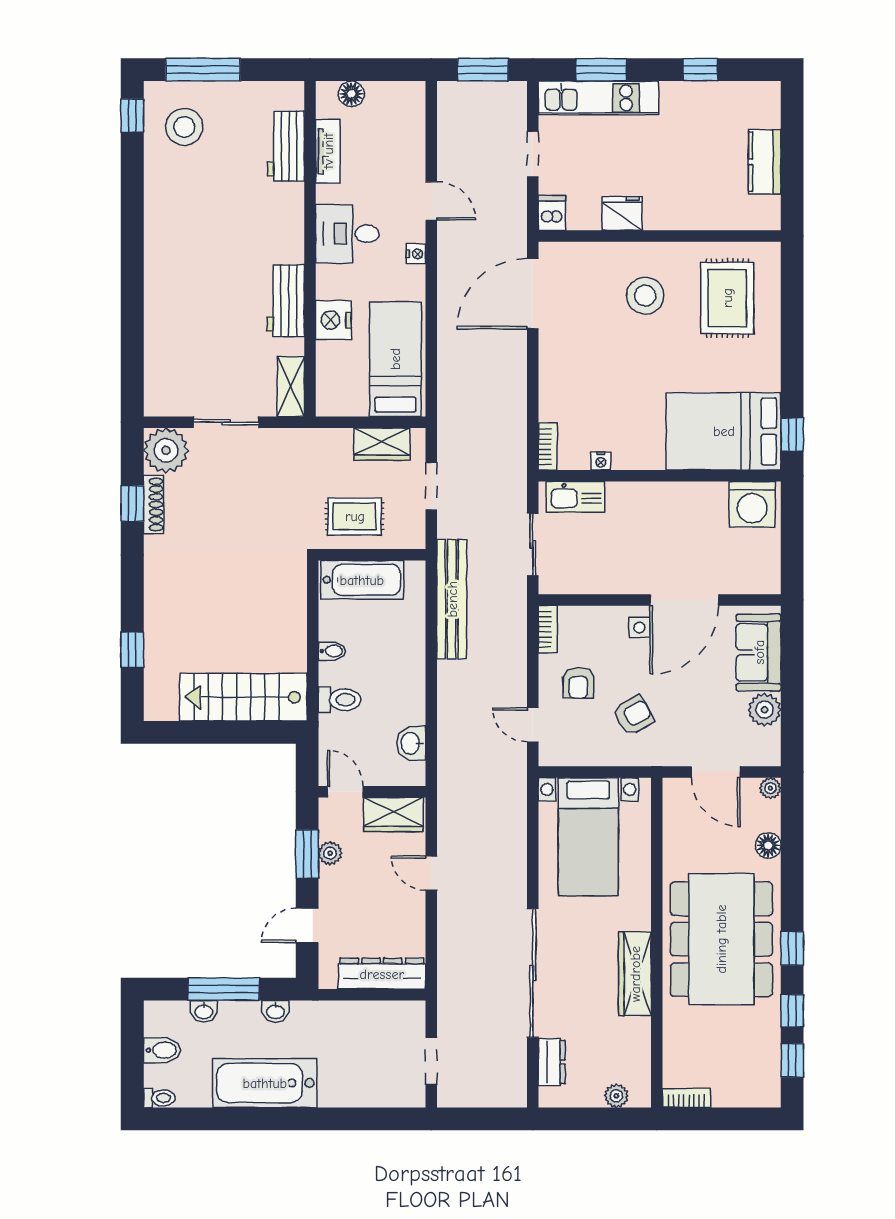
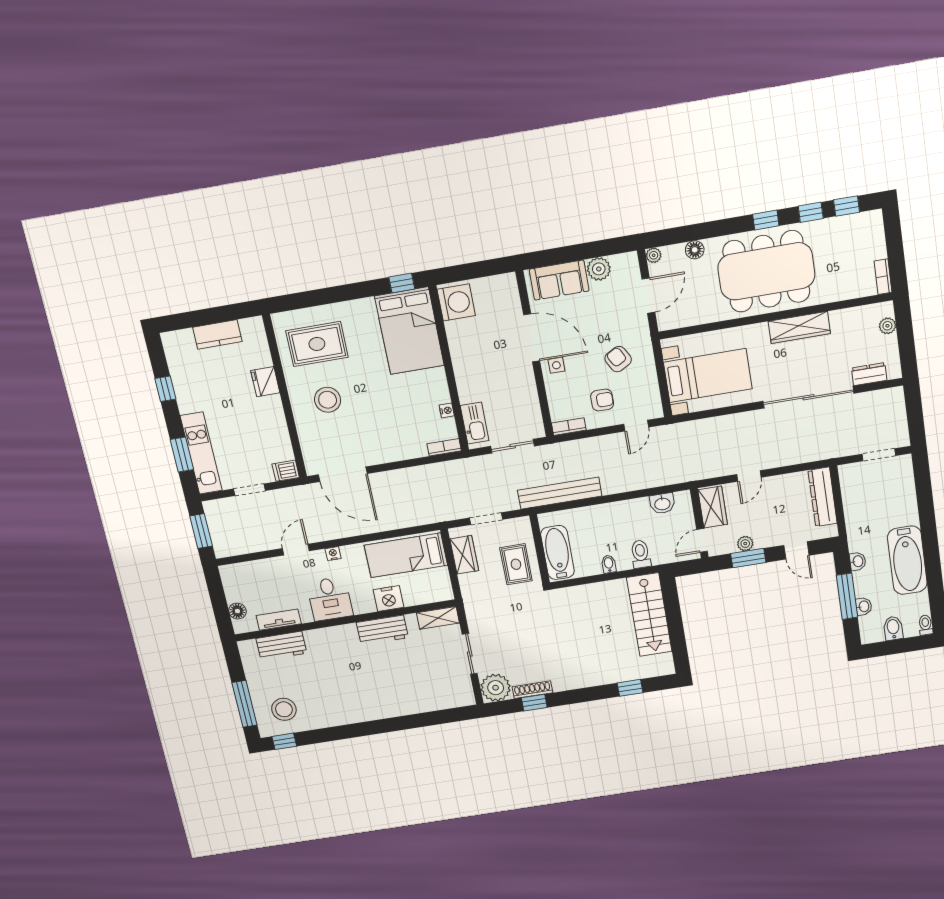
fridge: (622, 213) -> (265, 382), moved

